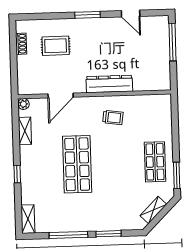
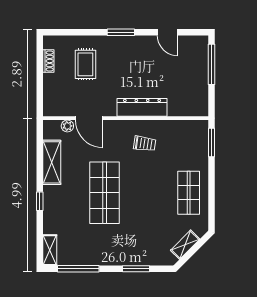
rug: (56, 46) -> (85, 64), turned 90
door: (61, 95) -> (89, 118), hinge flipped
plant: (23, 104) -> (67, 126), moved
shelving: (25, 131) -> (52, 162), width x1.50, depth x1.33
window: (177, 175) -> (211, 143), moved
window: (68, 235) -> (78, 269), moved

